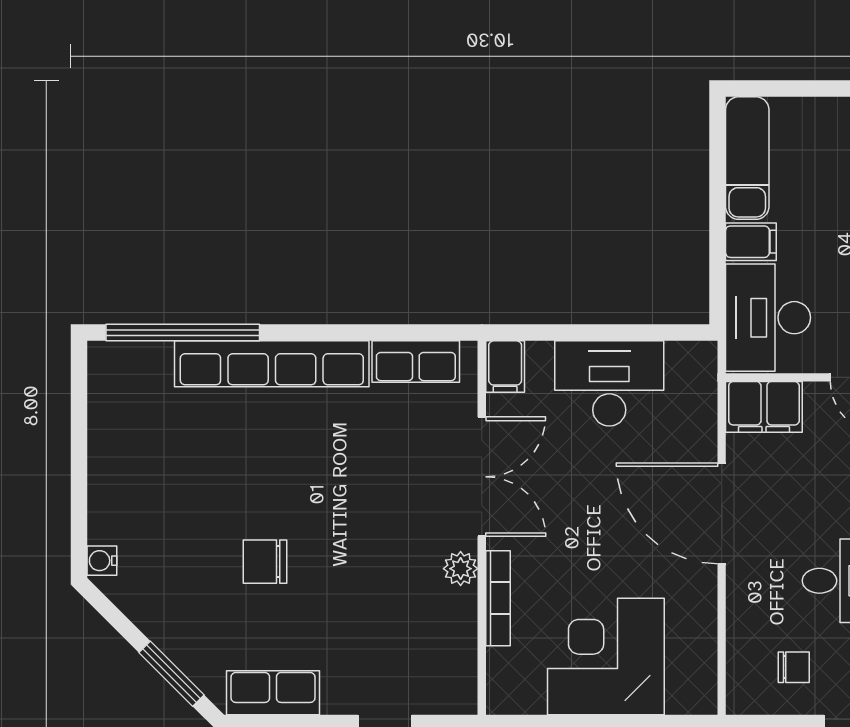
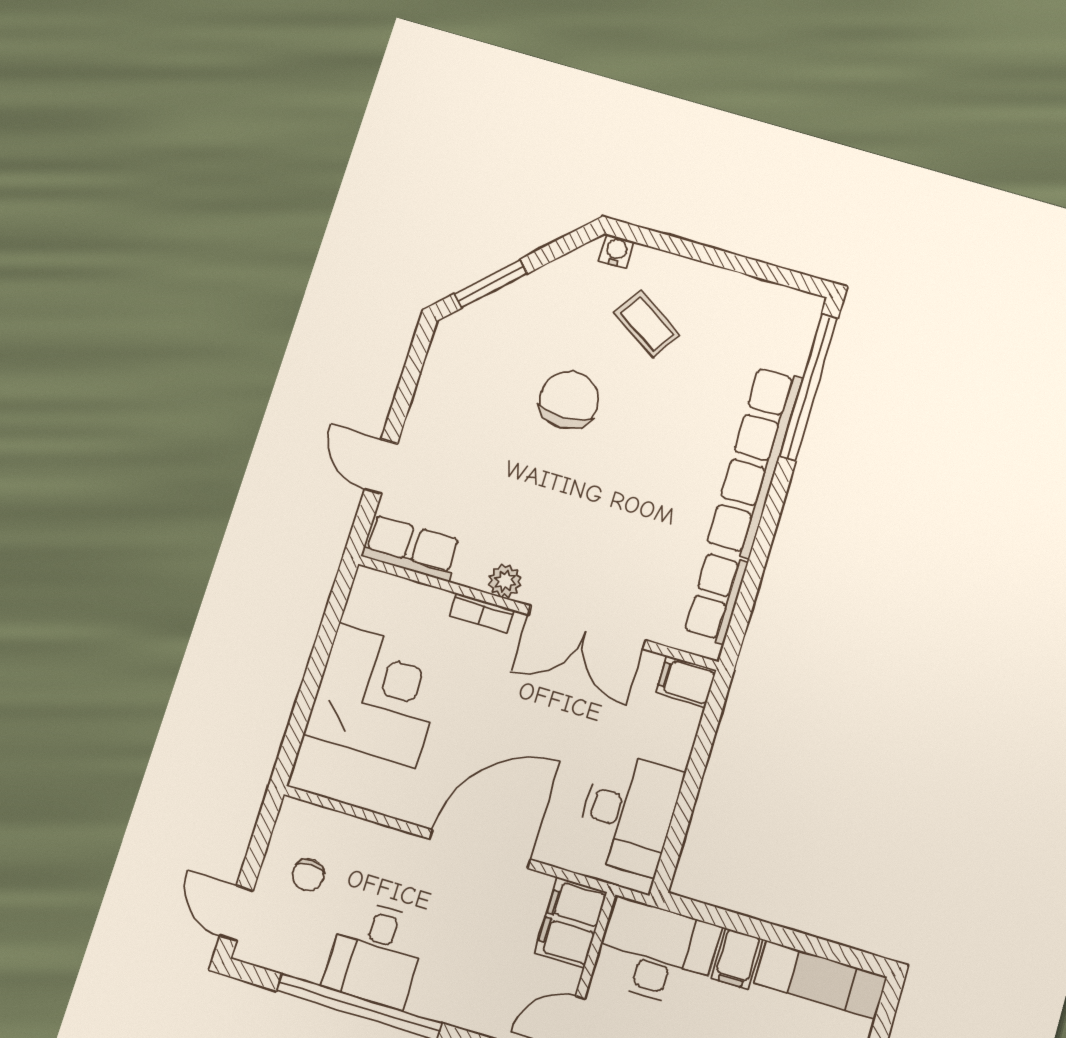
desk: (609, 383) -> (629, 813), moved
coffee table: (166, 509) -> (647, 324), added
chair: (265, 562) -> (569, 400), width x1.37, depth x1.37
bookcase: (498, 598) -> (482, 613), width x0.64
row of seats: (273, 693) -> (411, 548), moved, turned -90

